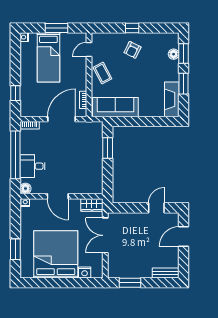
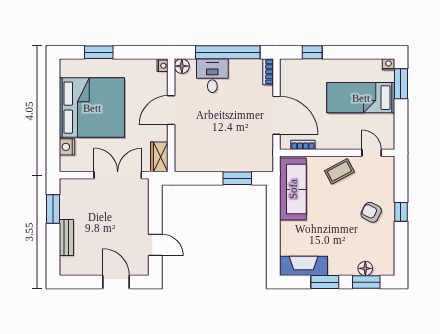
window: (57, 28) -> (401, 84), moved
bench: (166, 273) -> (66, 238), moved

